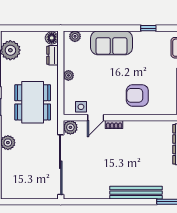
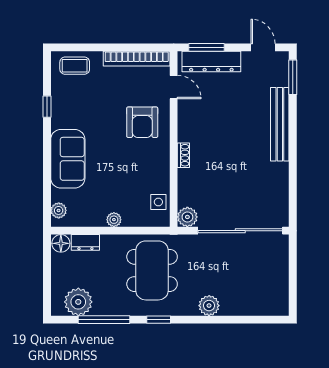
dining table: (33, 102) -> (152, 270), turned 90
door: (96, 118) -> (174, 87), moved

